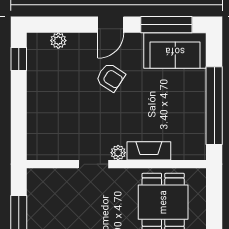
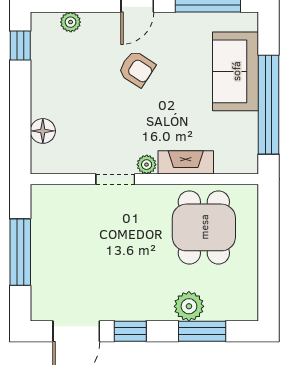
sofa: (175, 51) -> (236, 71), moved, turned 90
floor lamp: (37, 126) -> (43, 131), added

